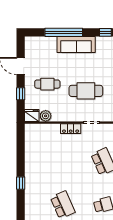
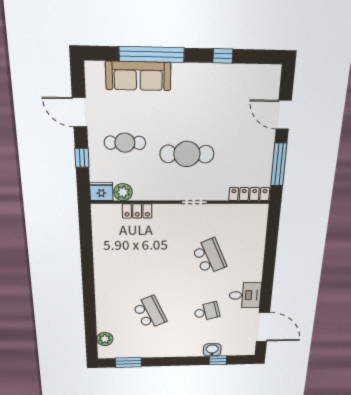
sofa: (76, 44) -> (138, 76), moved
locker: (71, 129) -> (137, 211), moved
window: (21, 183) -> (88, 286), removed

